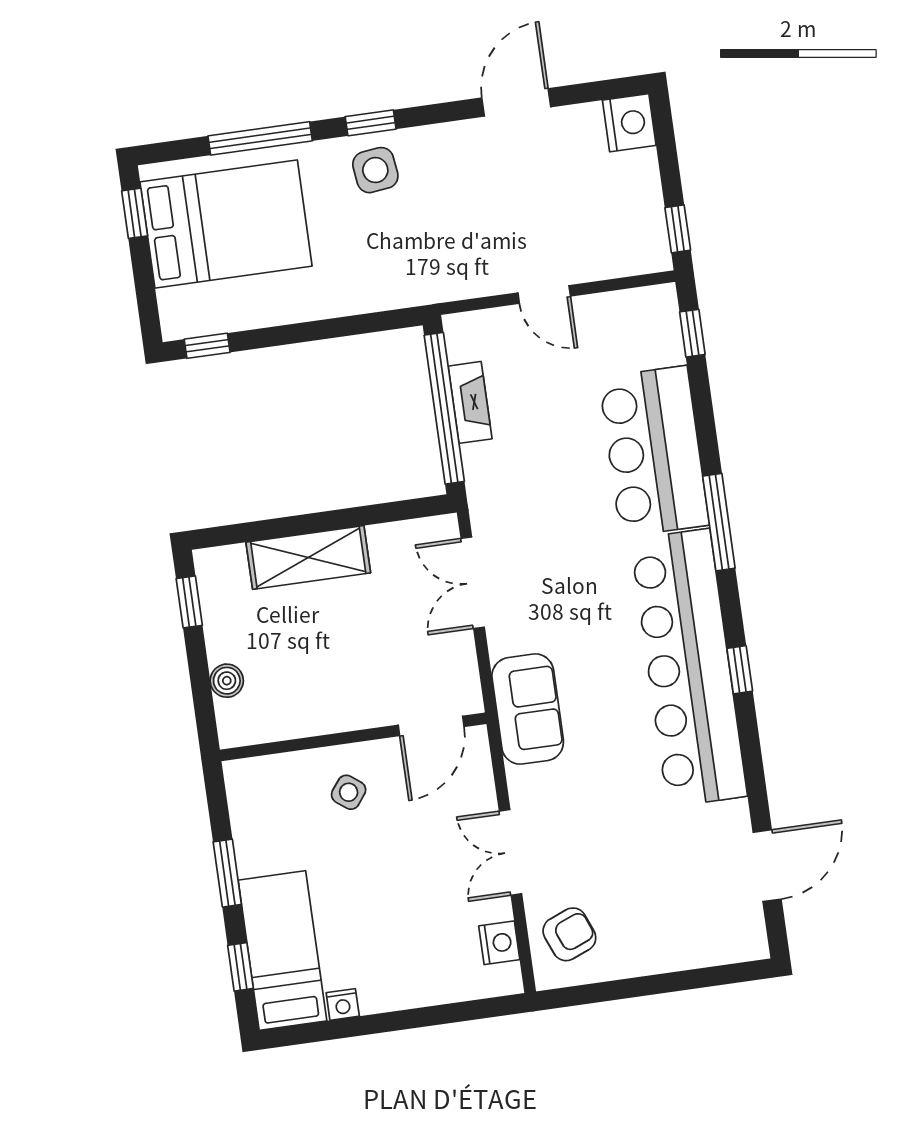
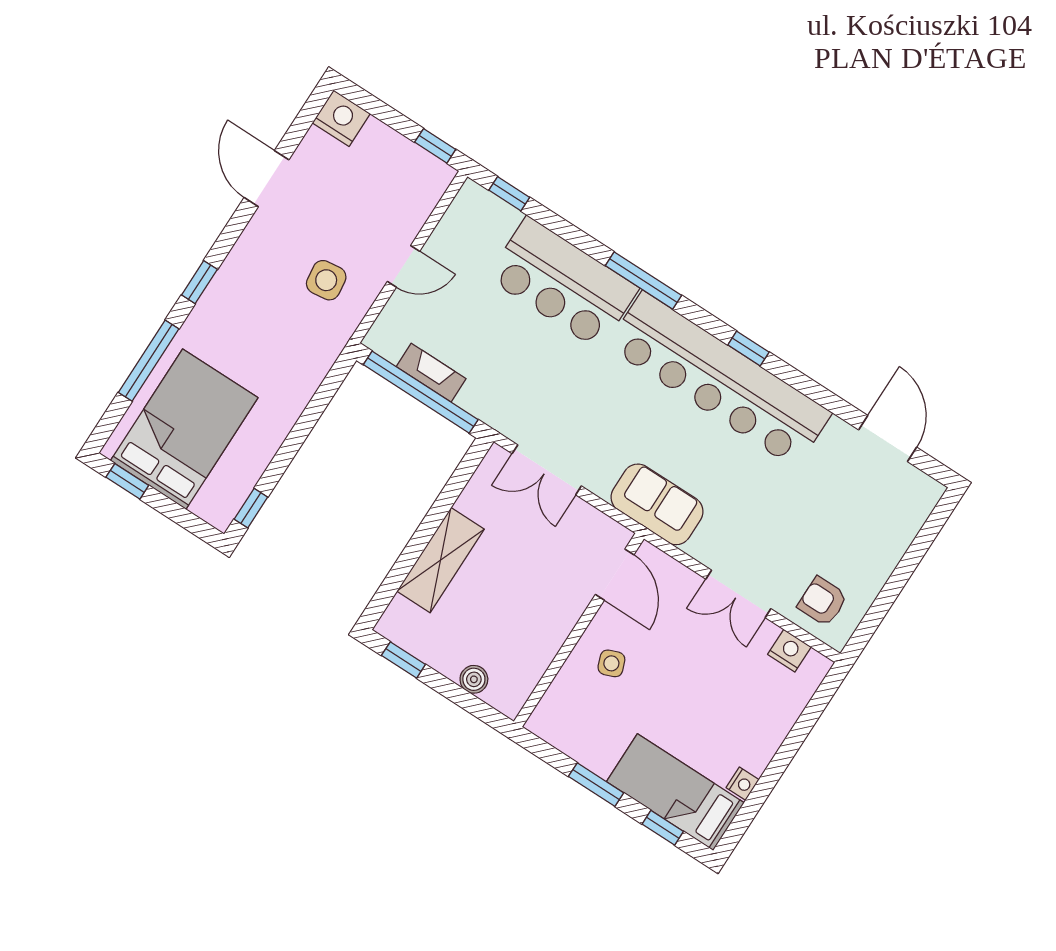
side table: (375, 170) -> (326, 280), moved
side table: (349, 792) -> (611, 663), turned 32
armchair: (569, 934) -> (823, 601), turned -68

